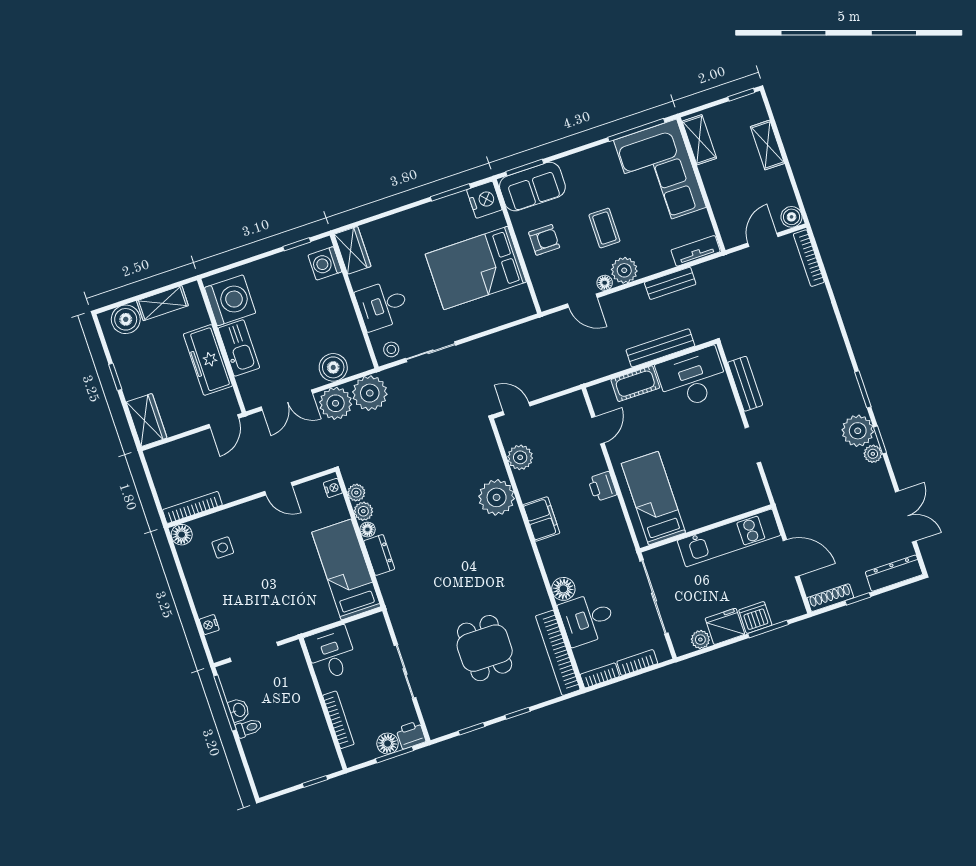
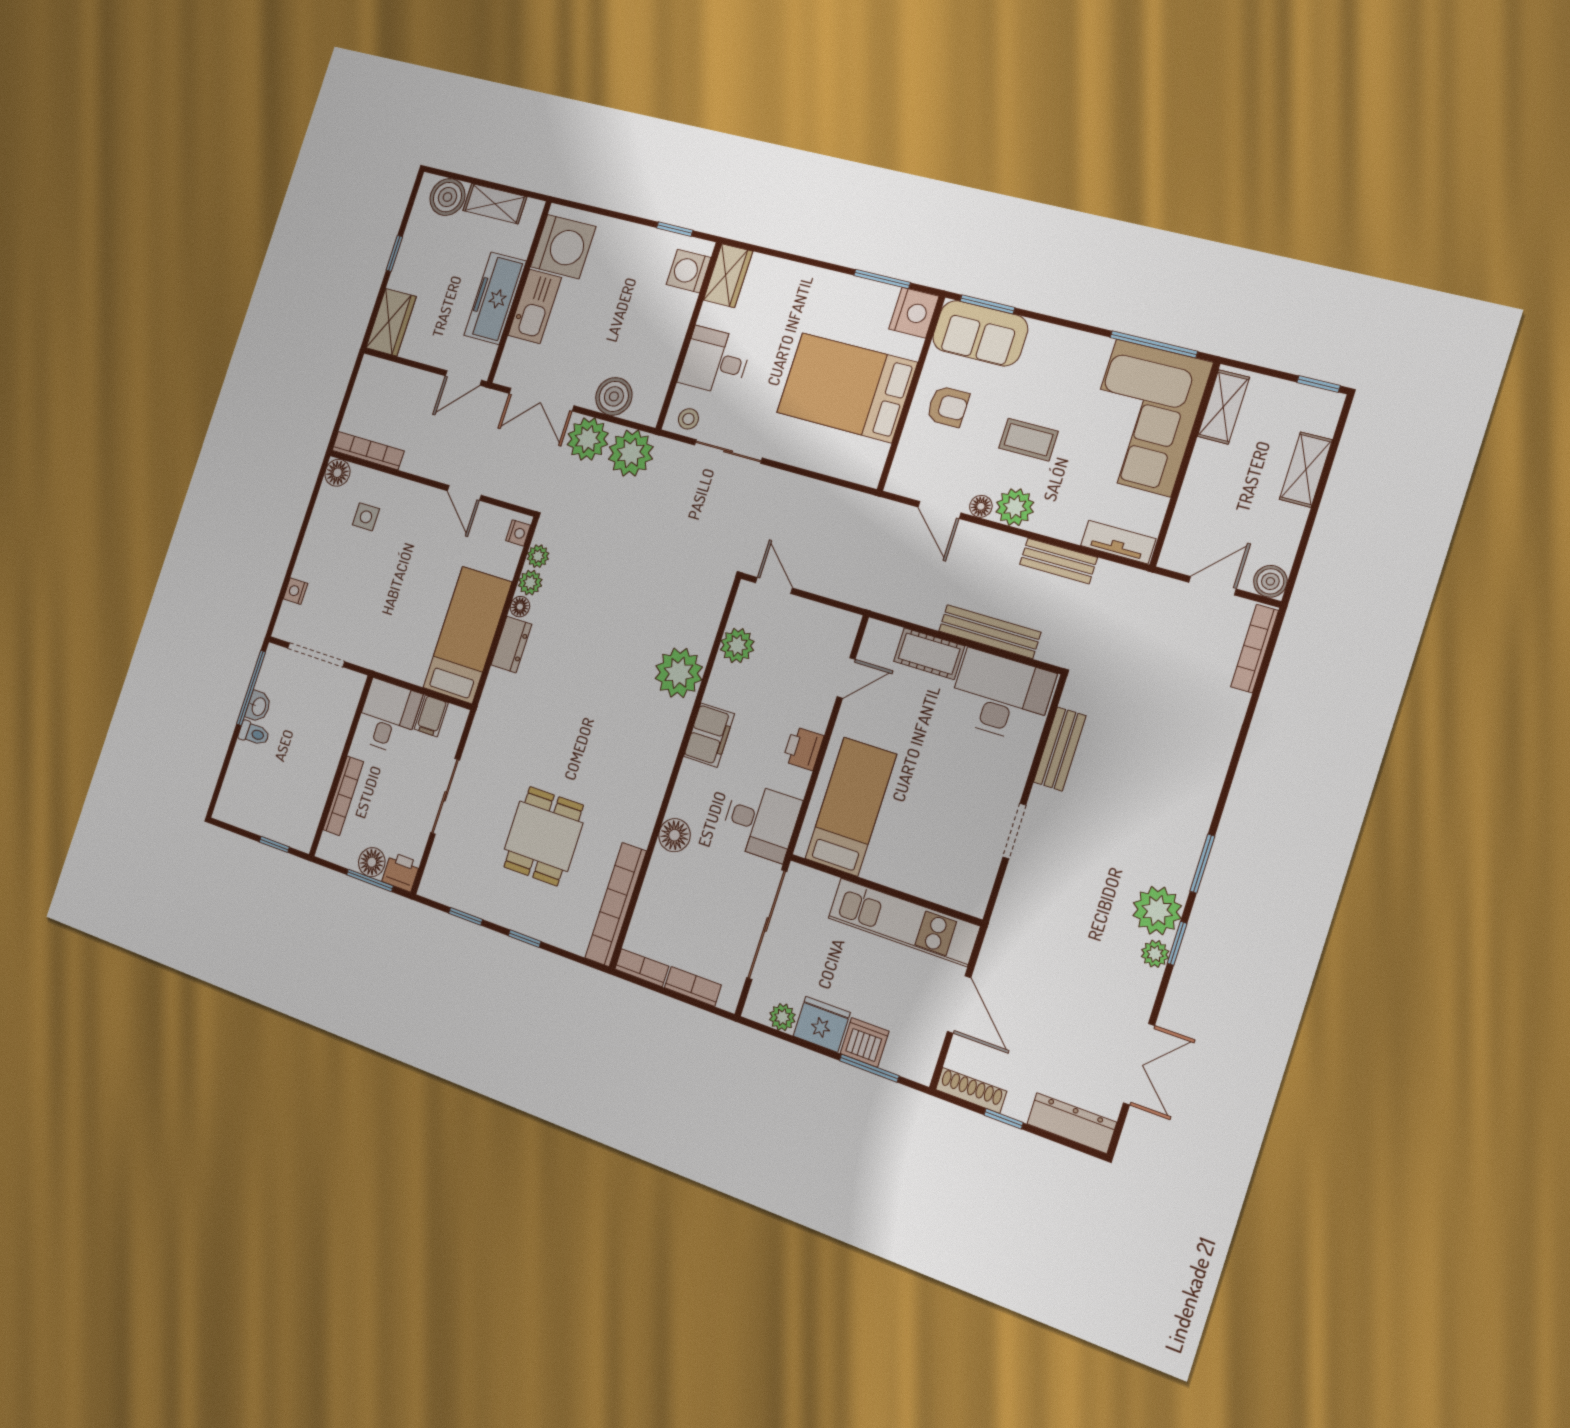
coffee table: (604, 228) -> (1028, 440), turned 90
desk: (587, 619) -> (761, 821), moved, turned 180
filing cabinet: (360, 633) -> (431, 716), added

